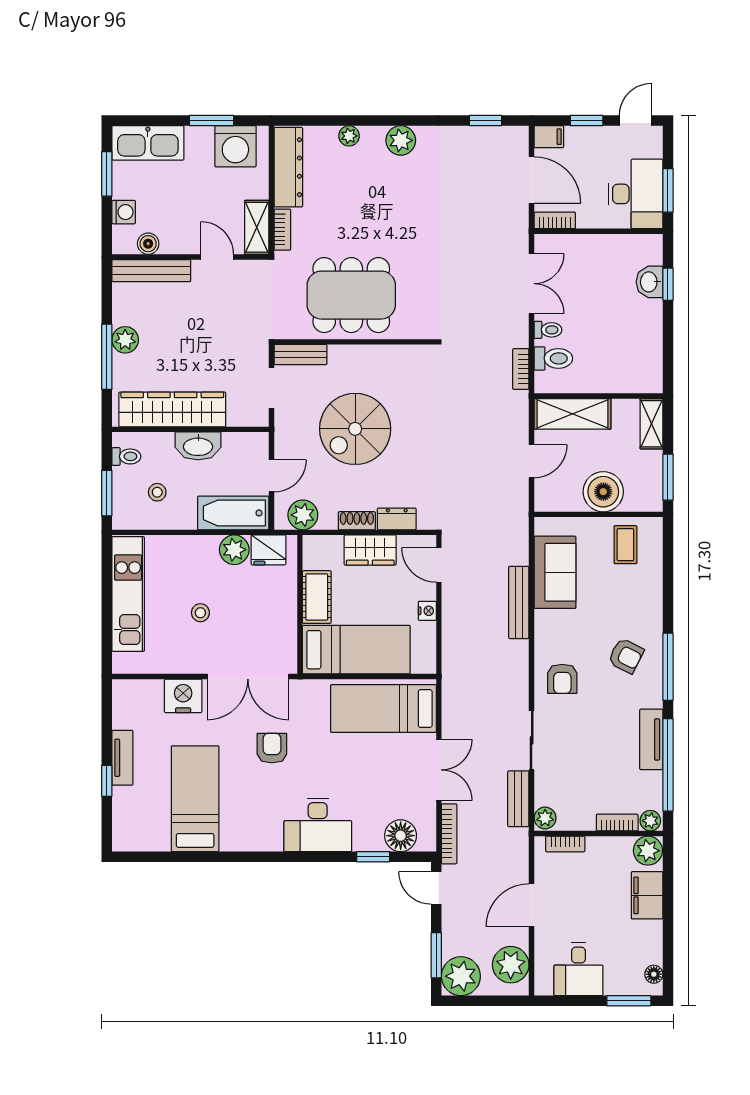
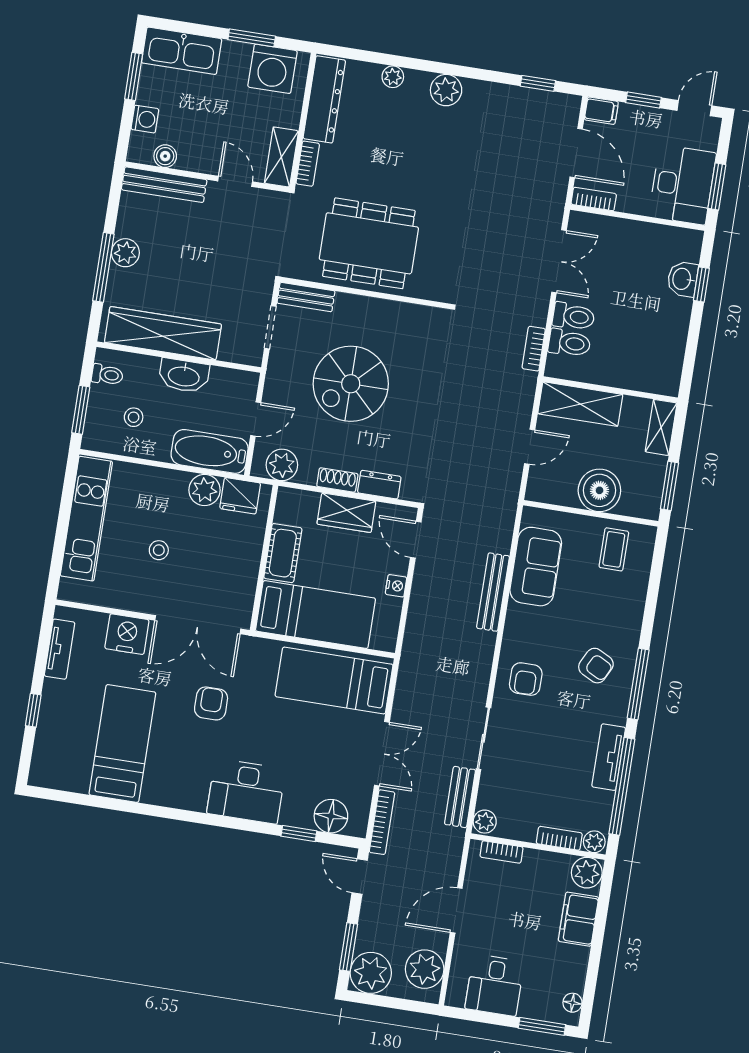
toilet: (548, 330) -> (574, 316), width x1.37, depth x1.39
tv unit: (122, 758) -> (60, 649), moved

